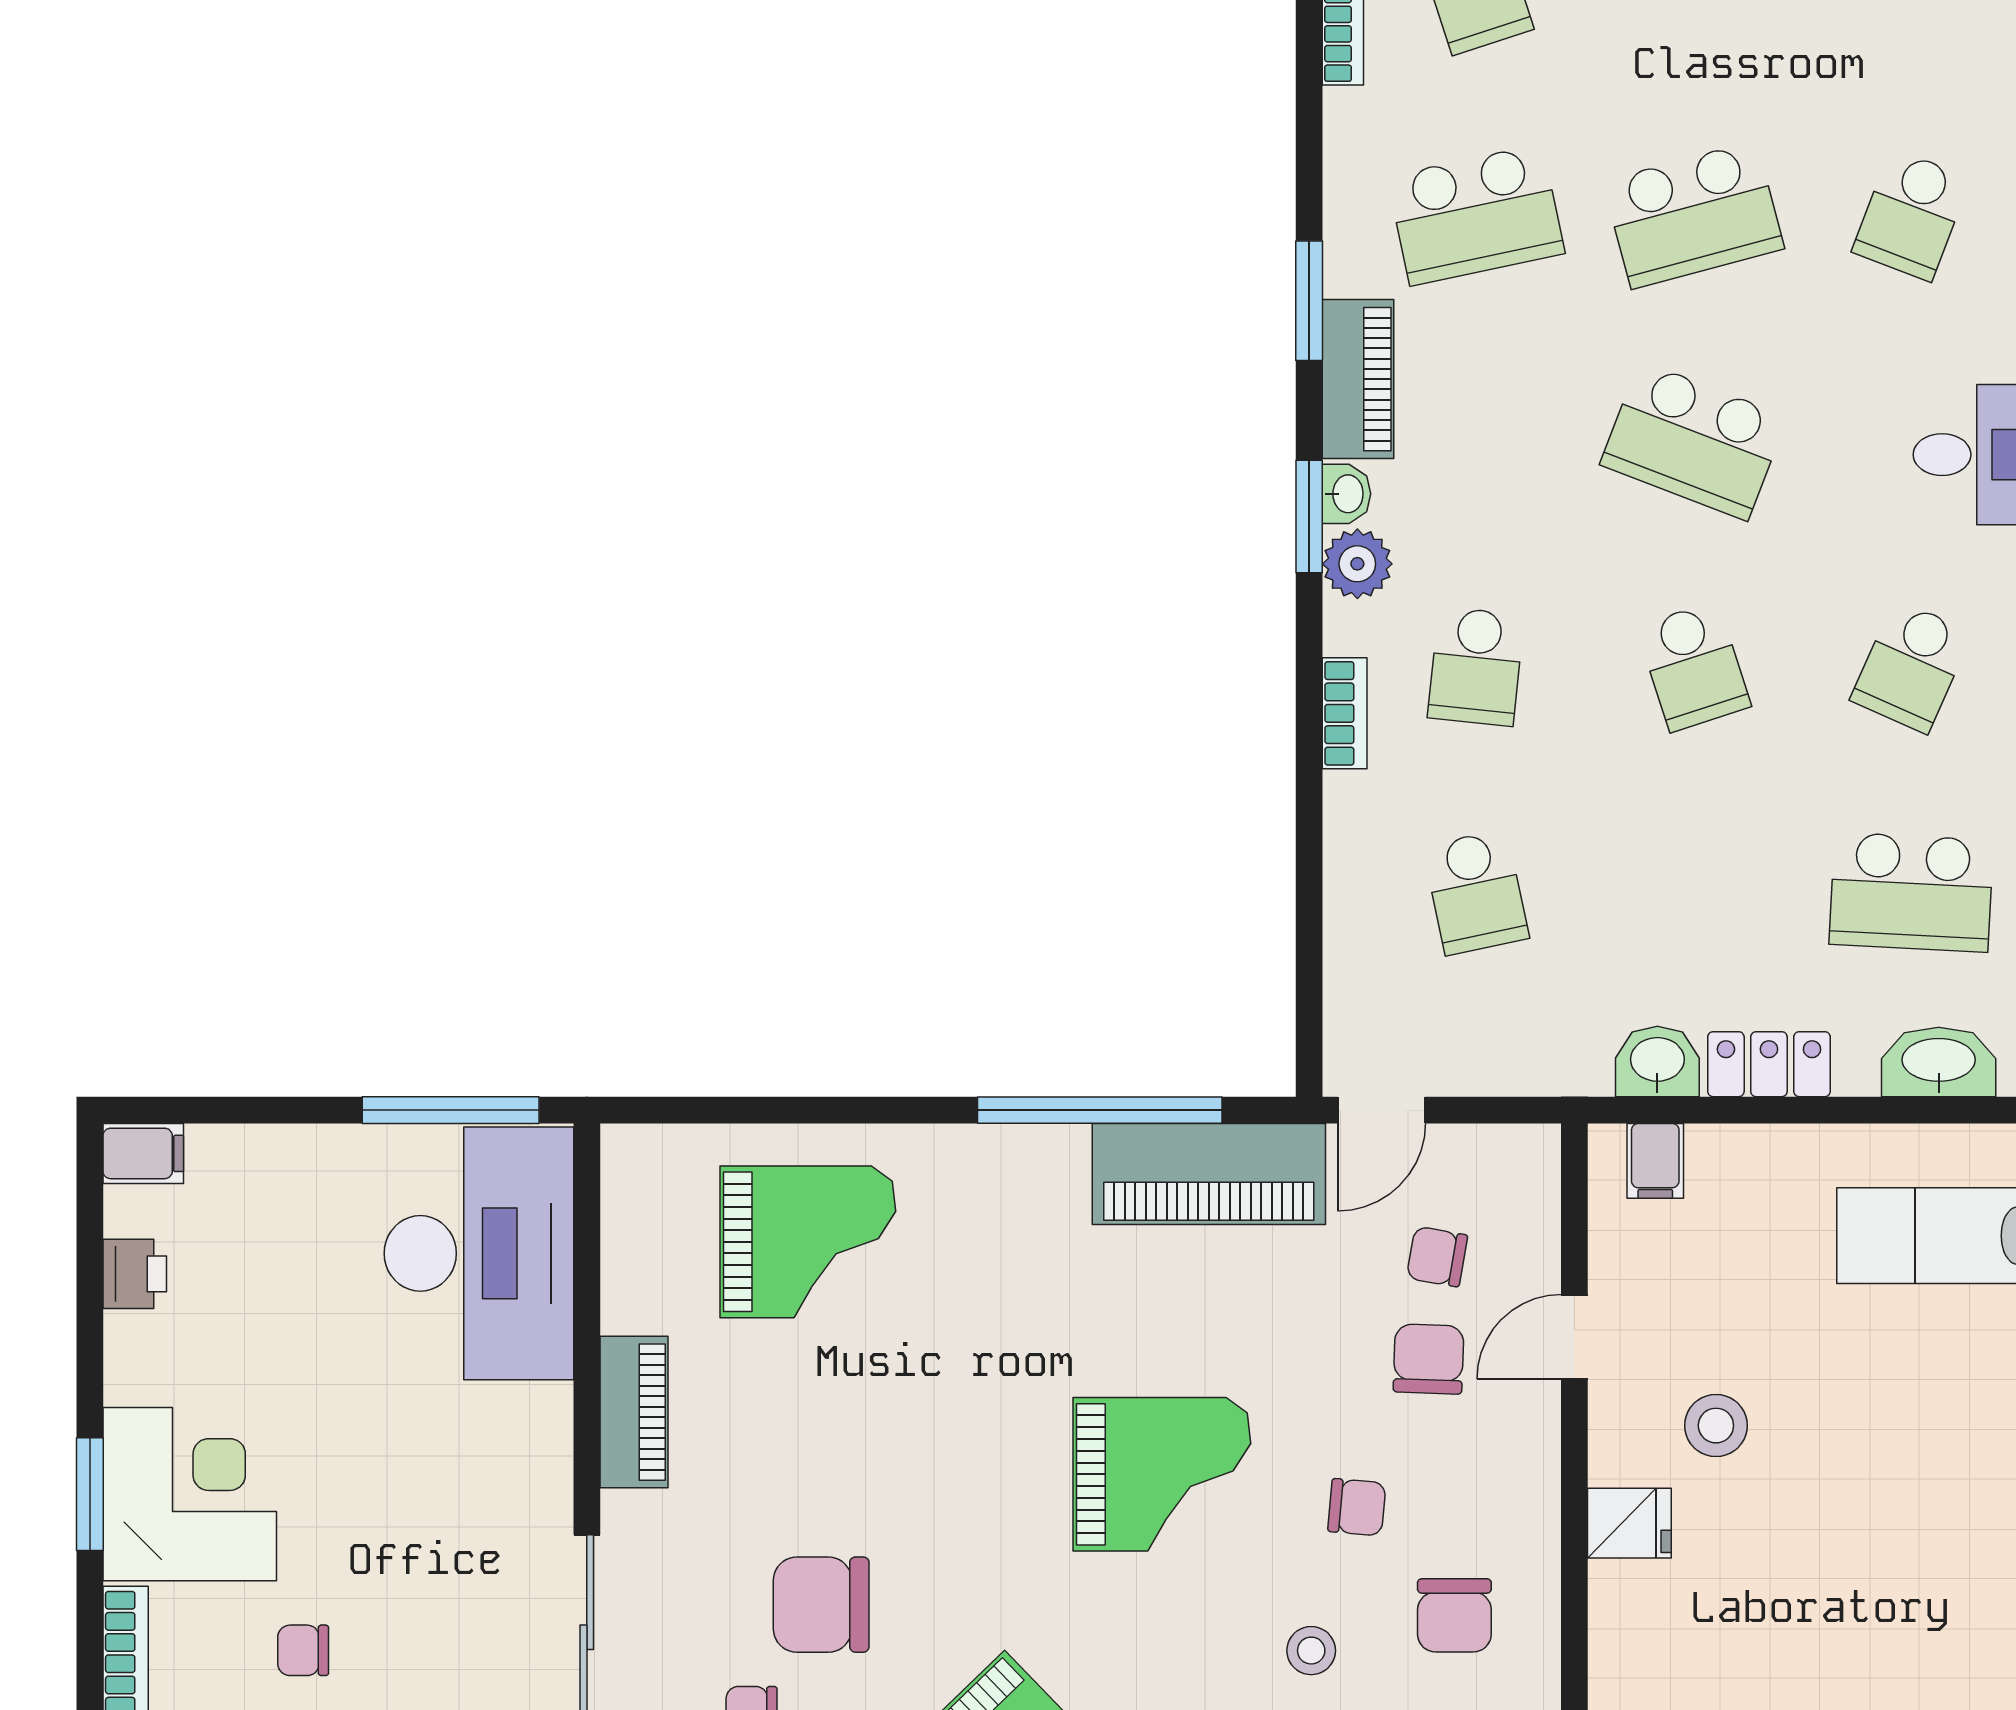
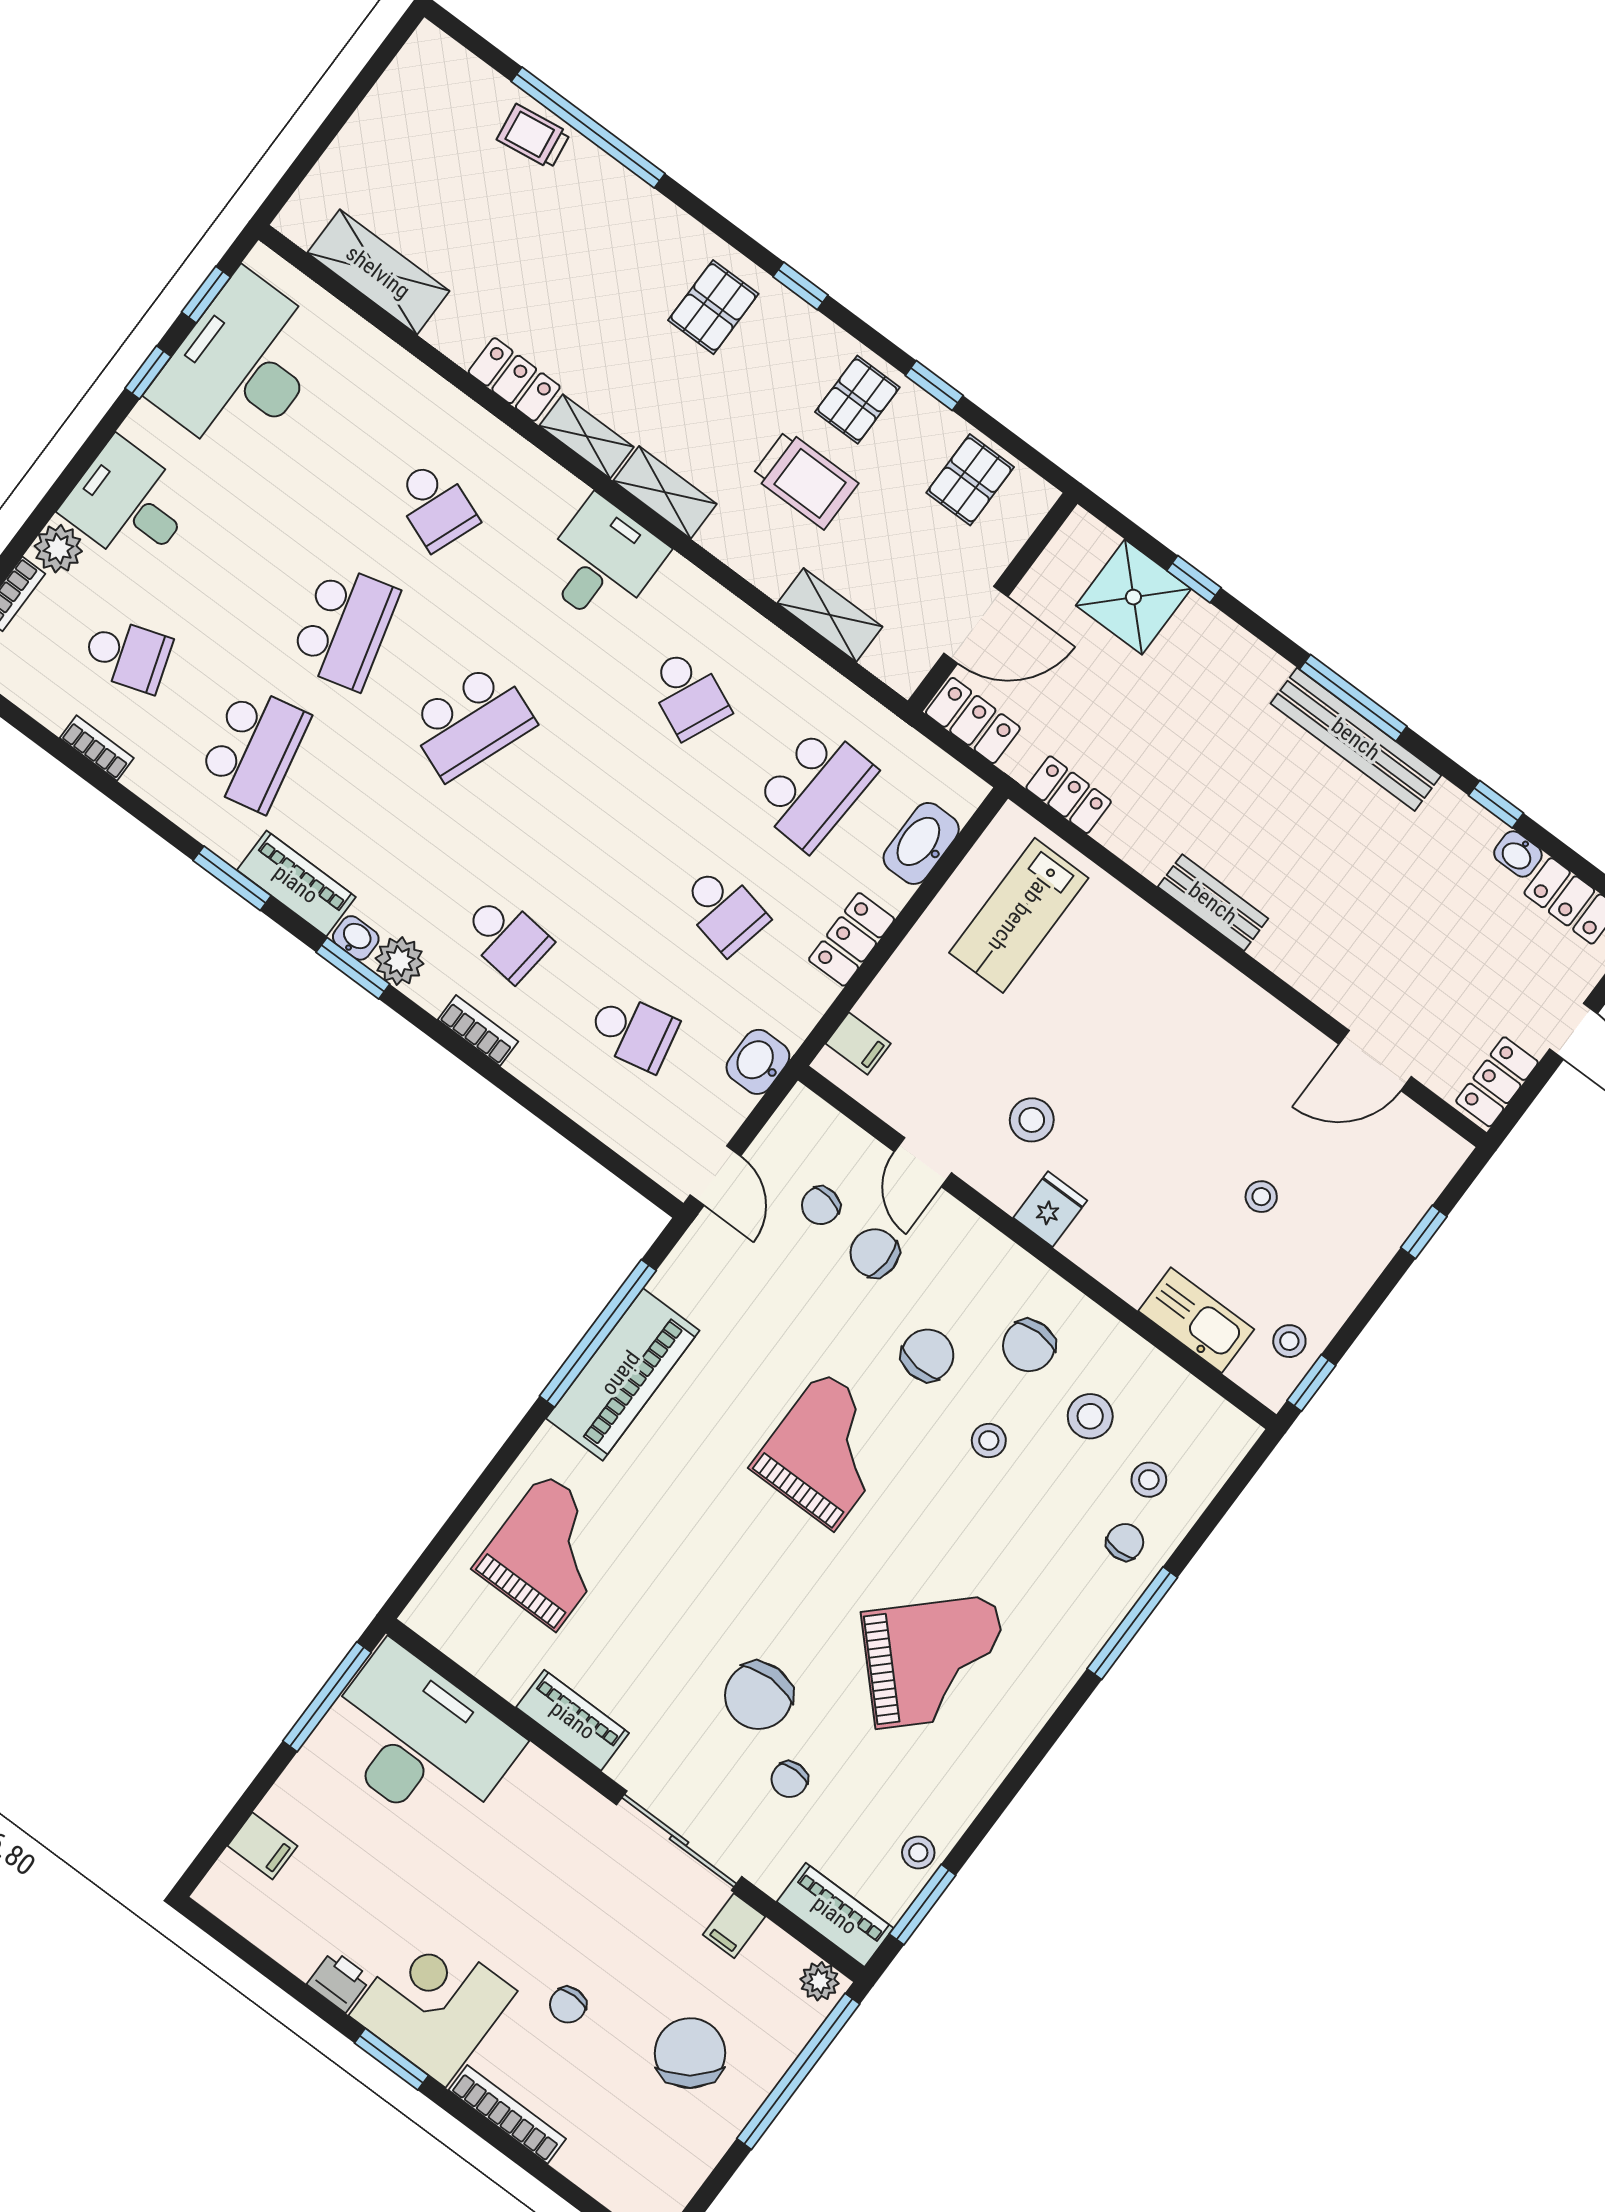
school desk: (1694, 666) -> (724, 910), moved, turned 30
washbasin: (1657, 1062) -> (758, 1062), moved
filing cabinet: (143, 1153) -> (262, 1846), moved, turned 90
piano: (1209, 1174) -> (623, 1375), moved
printer: (135, 1274) -> (339, 1981), moved
chair: (1357, 1507) -> (928, 1355), width x1.37, depth x1.37
chair: (1454, 1615) -> (1029, 1346), turned 90

